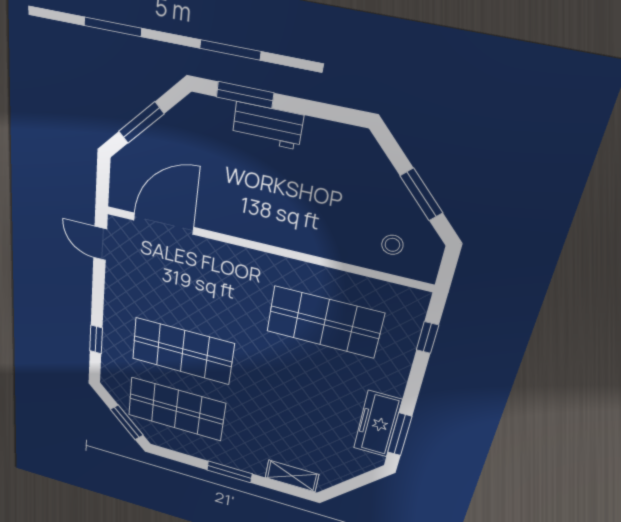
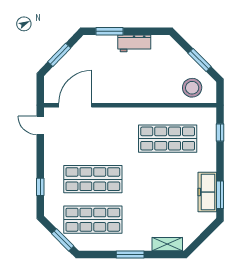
workbench: (268, 126) -> (134, 43), moved
stool: (392, 245) -> (192, 88), width x1.89, depth x1.89

